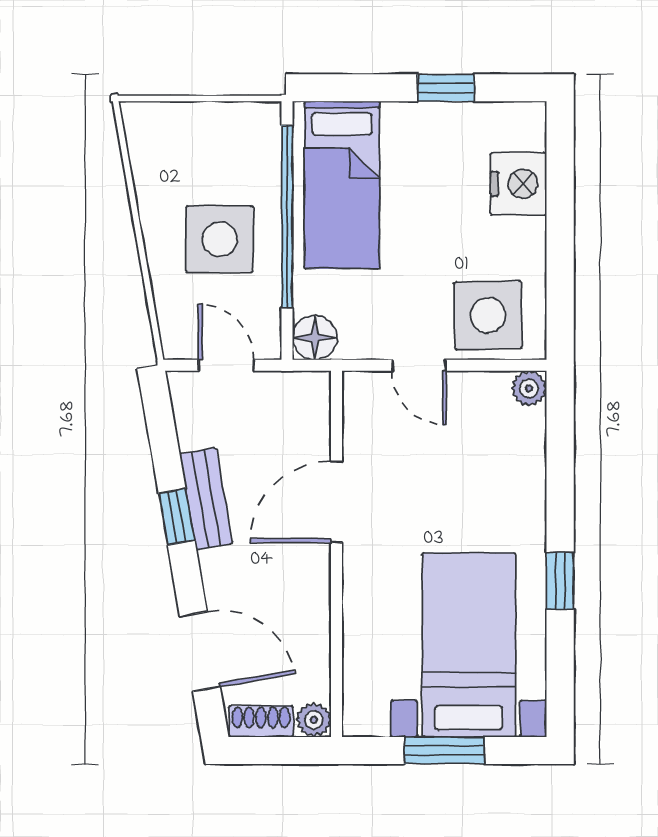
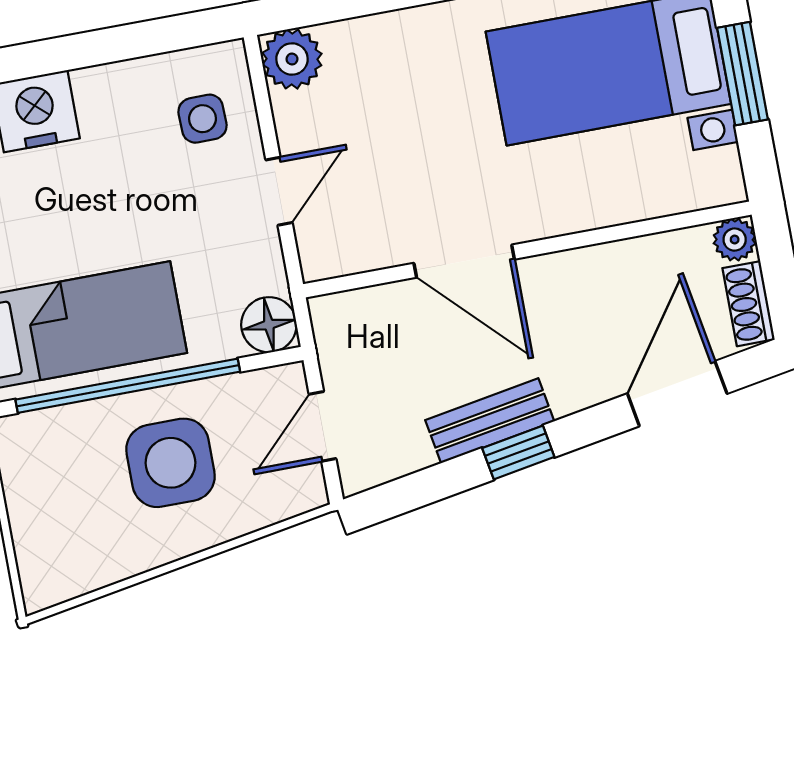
side table: (488, 315) -> (202, 119), width x0.54, depth x0.54
plant: (529, 388) -> (292, 59), width x1.38, depth x1.38

